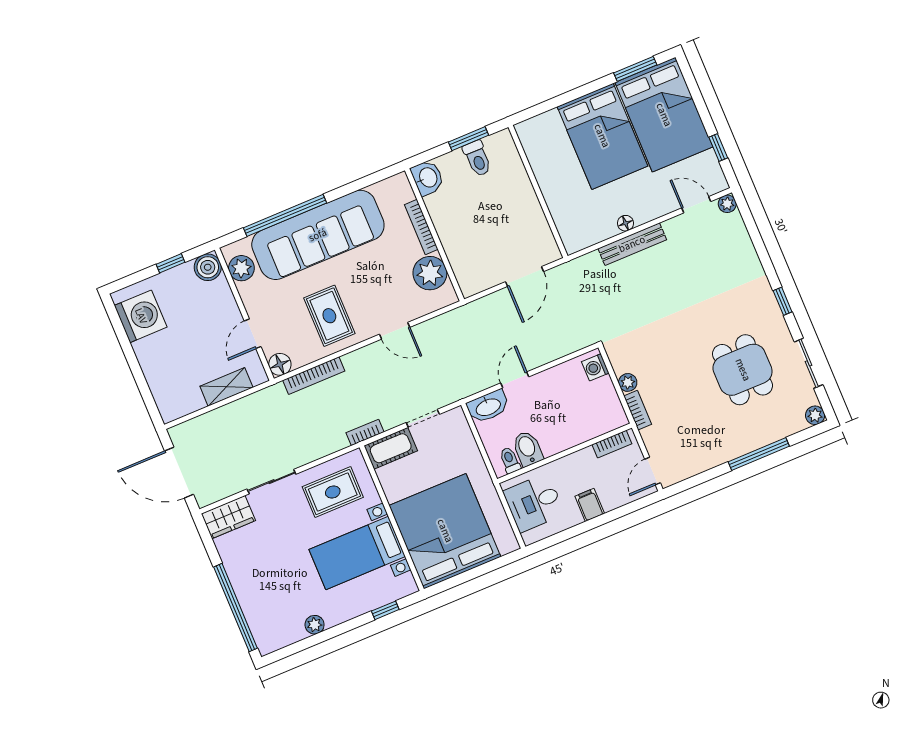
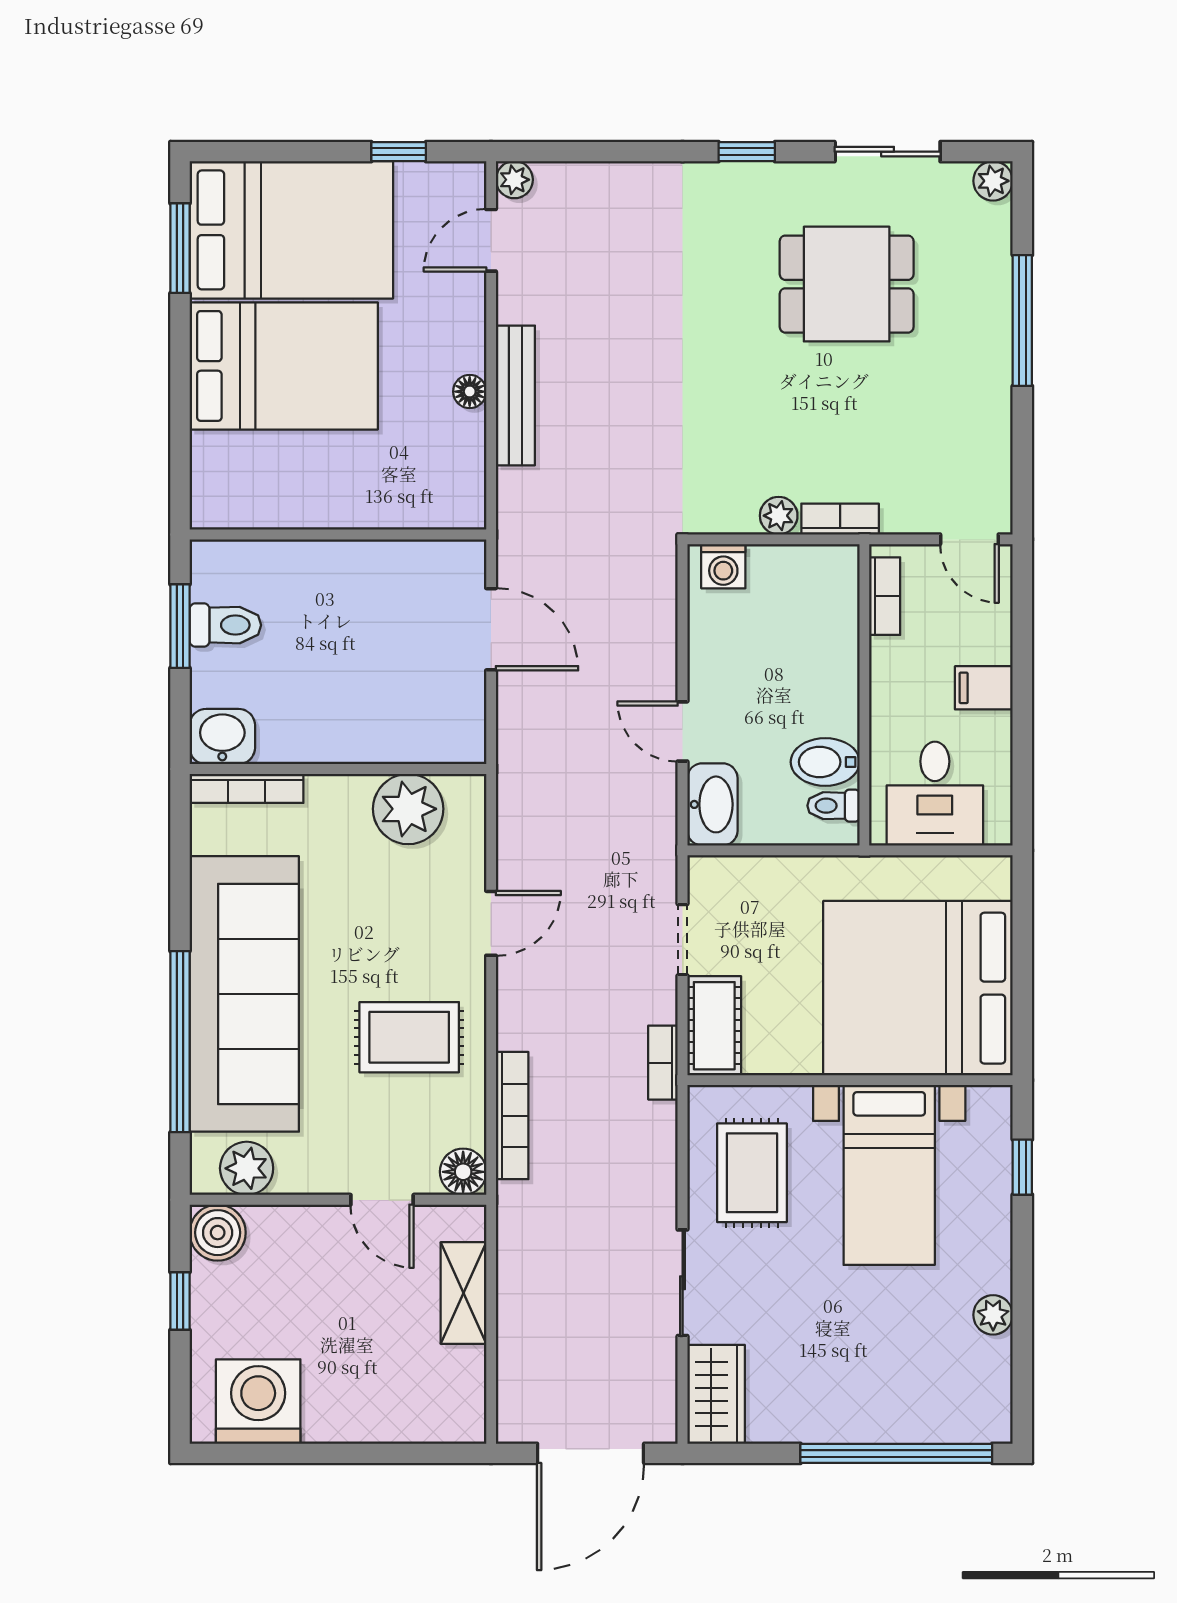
bookcase: (421, 227) -> (246, 788), moved

